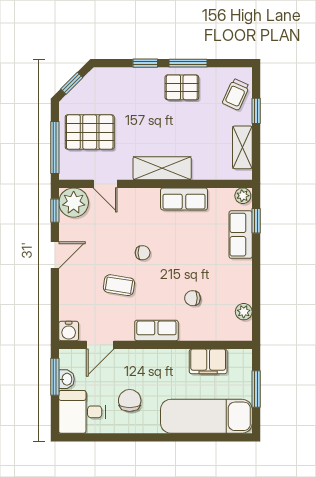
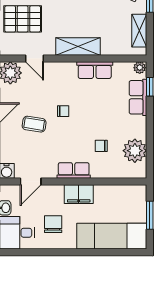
coffee table: (119, 285) -> (34, 124), moved
plant: (244, 312) -> (135, 151), width x1.88, depth x1.88
filing cabinet: (208, 361) -> (79, 194), moved

